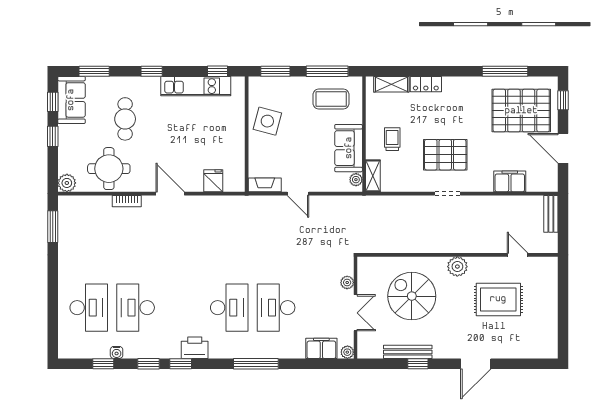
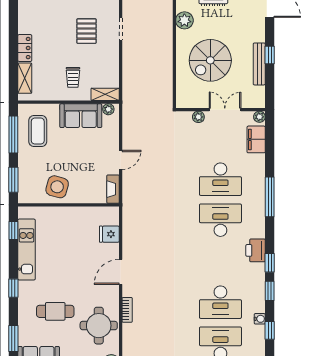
trolley: (392, 139) -> (73, 77), turned -90
pallet: (445, 155) -> (87, 31), width x0.67, depth x0.71

